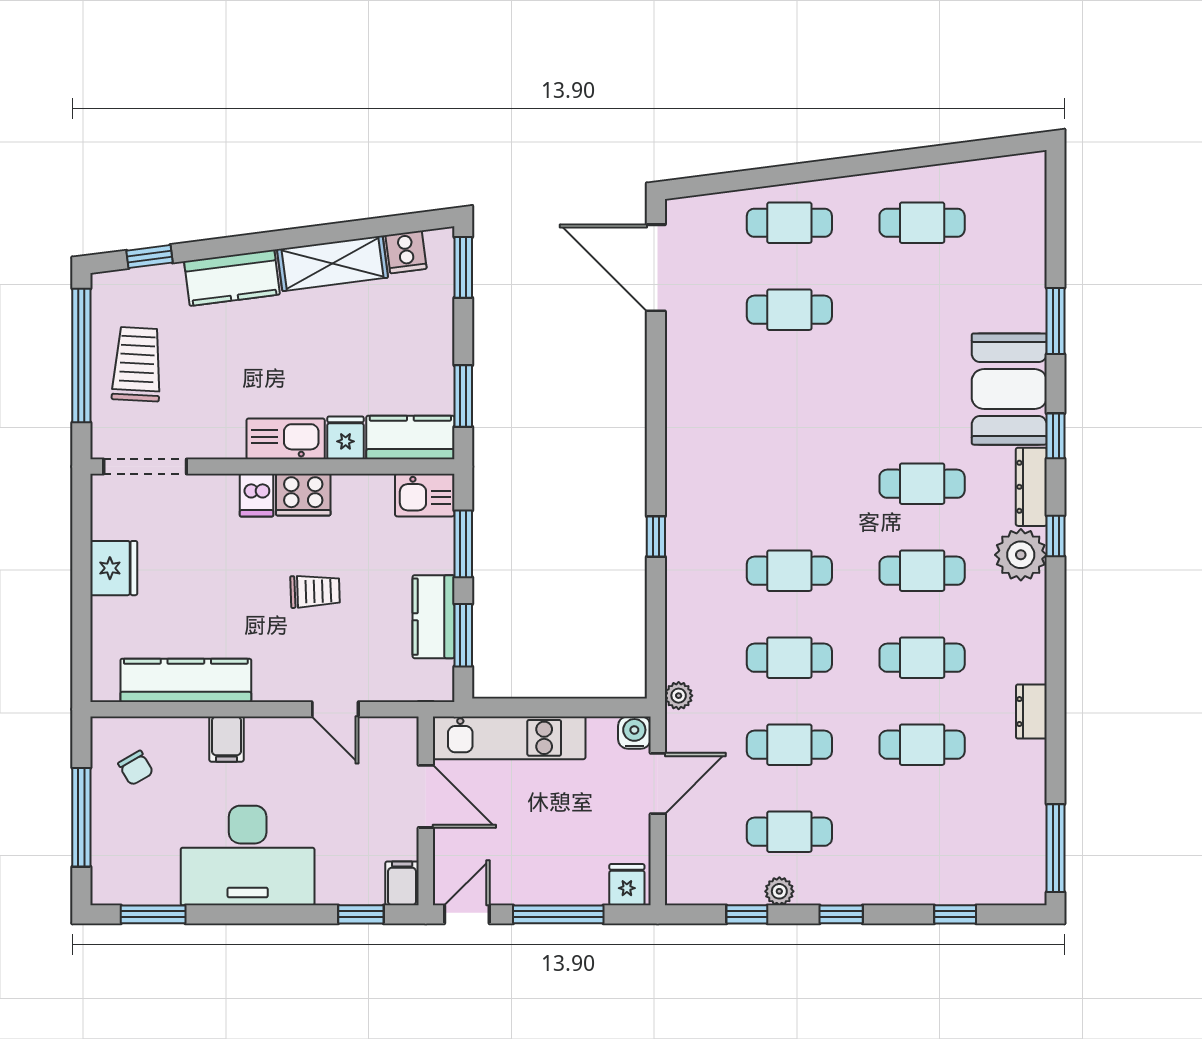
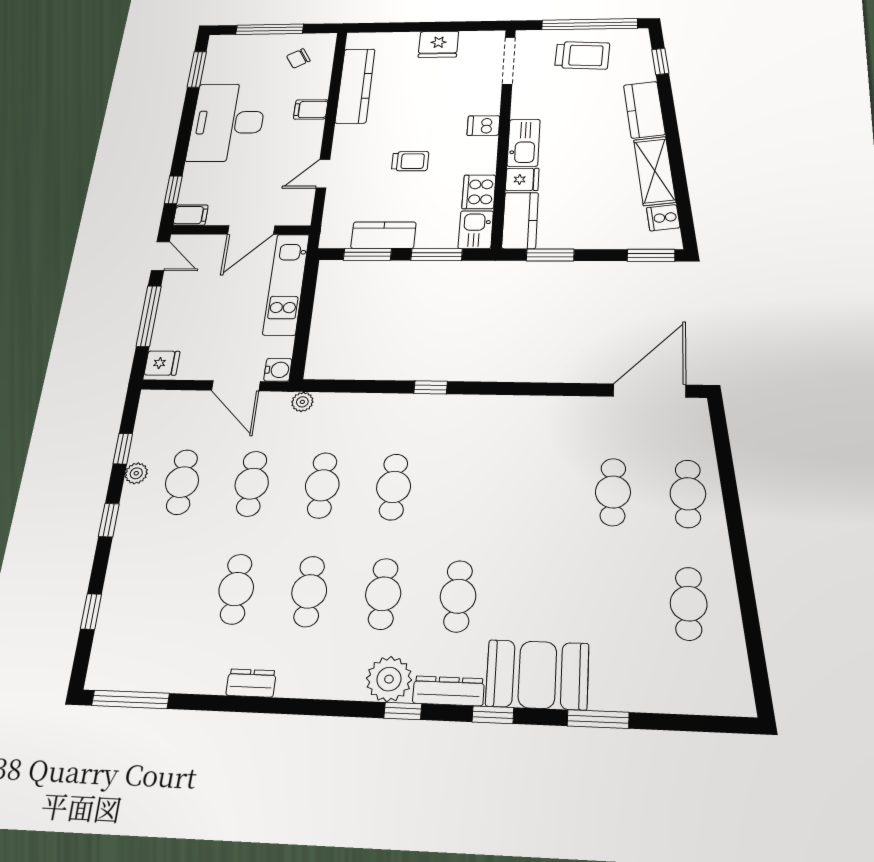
cooker: (303, 495) -> (479, 192), moved
trolley: (315, 591) -> (410, 161), turned -88

